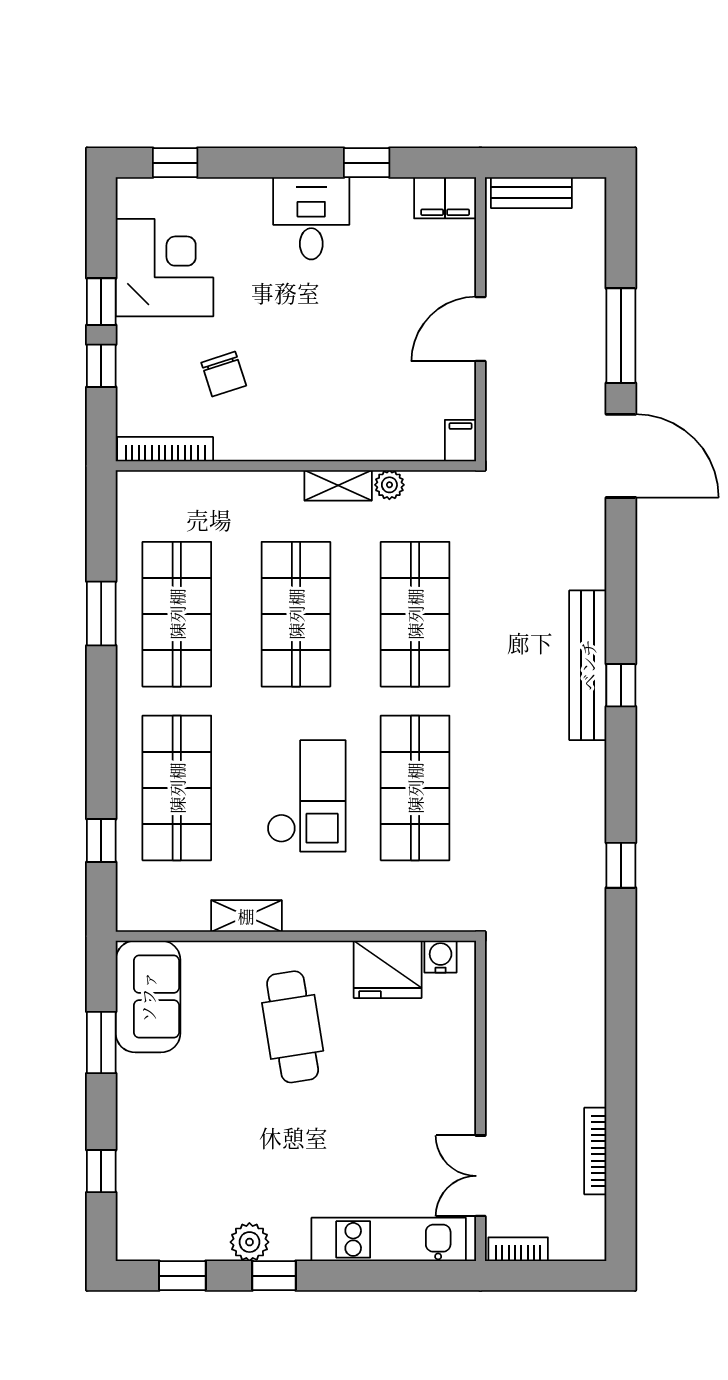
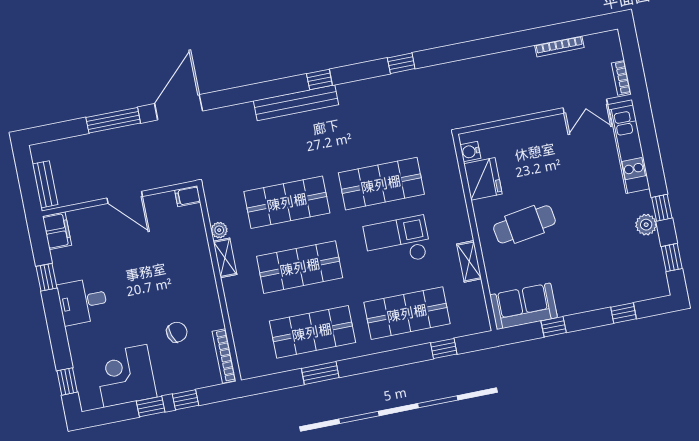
window: (621, 685) -> (319, 79), moved
window: (101, 1043) -> (554, 327), width x0.67

